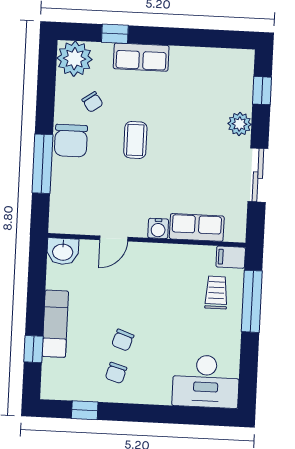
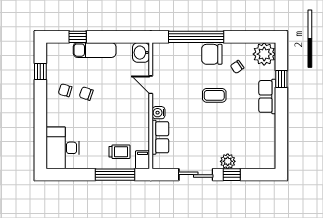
window: (262, 91) -> (232, 175), moved
window: (42, 164) -> (196, 37), width x1.46

